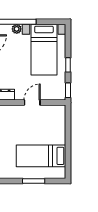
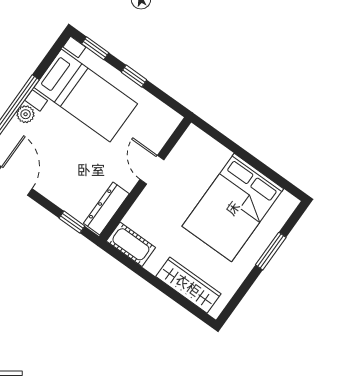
window: (68, 90) -> (95, 48), moved
bed: (41, 156) -> (233, 208), width x1.50

